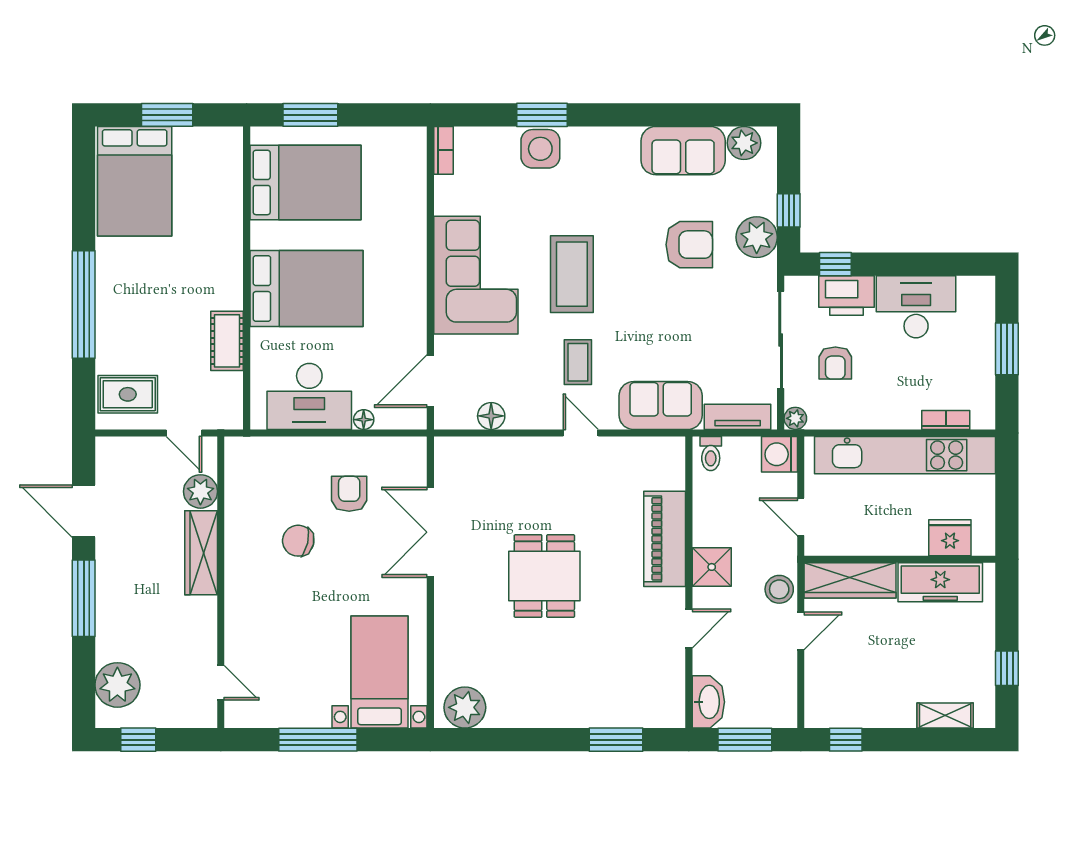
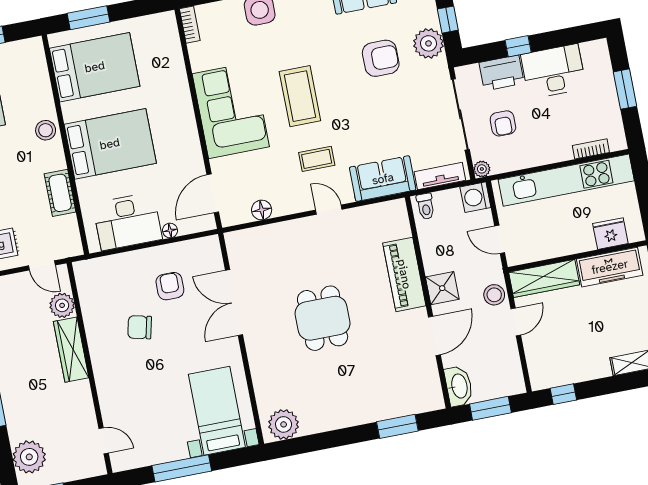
stool: (224, 254) -> (46, 130), added
window: (835, 264) -> (518, 46), moved
coffee table: (578, 362) -> (317, 159), turned 90
door: (689, 628) -> (434, 336), width x1.38

